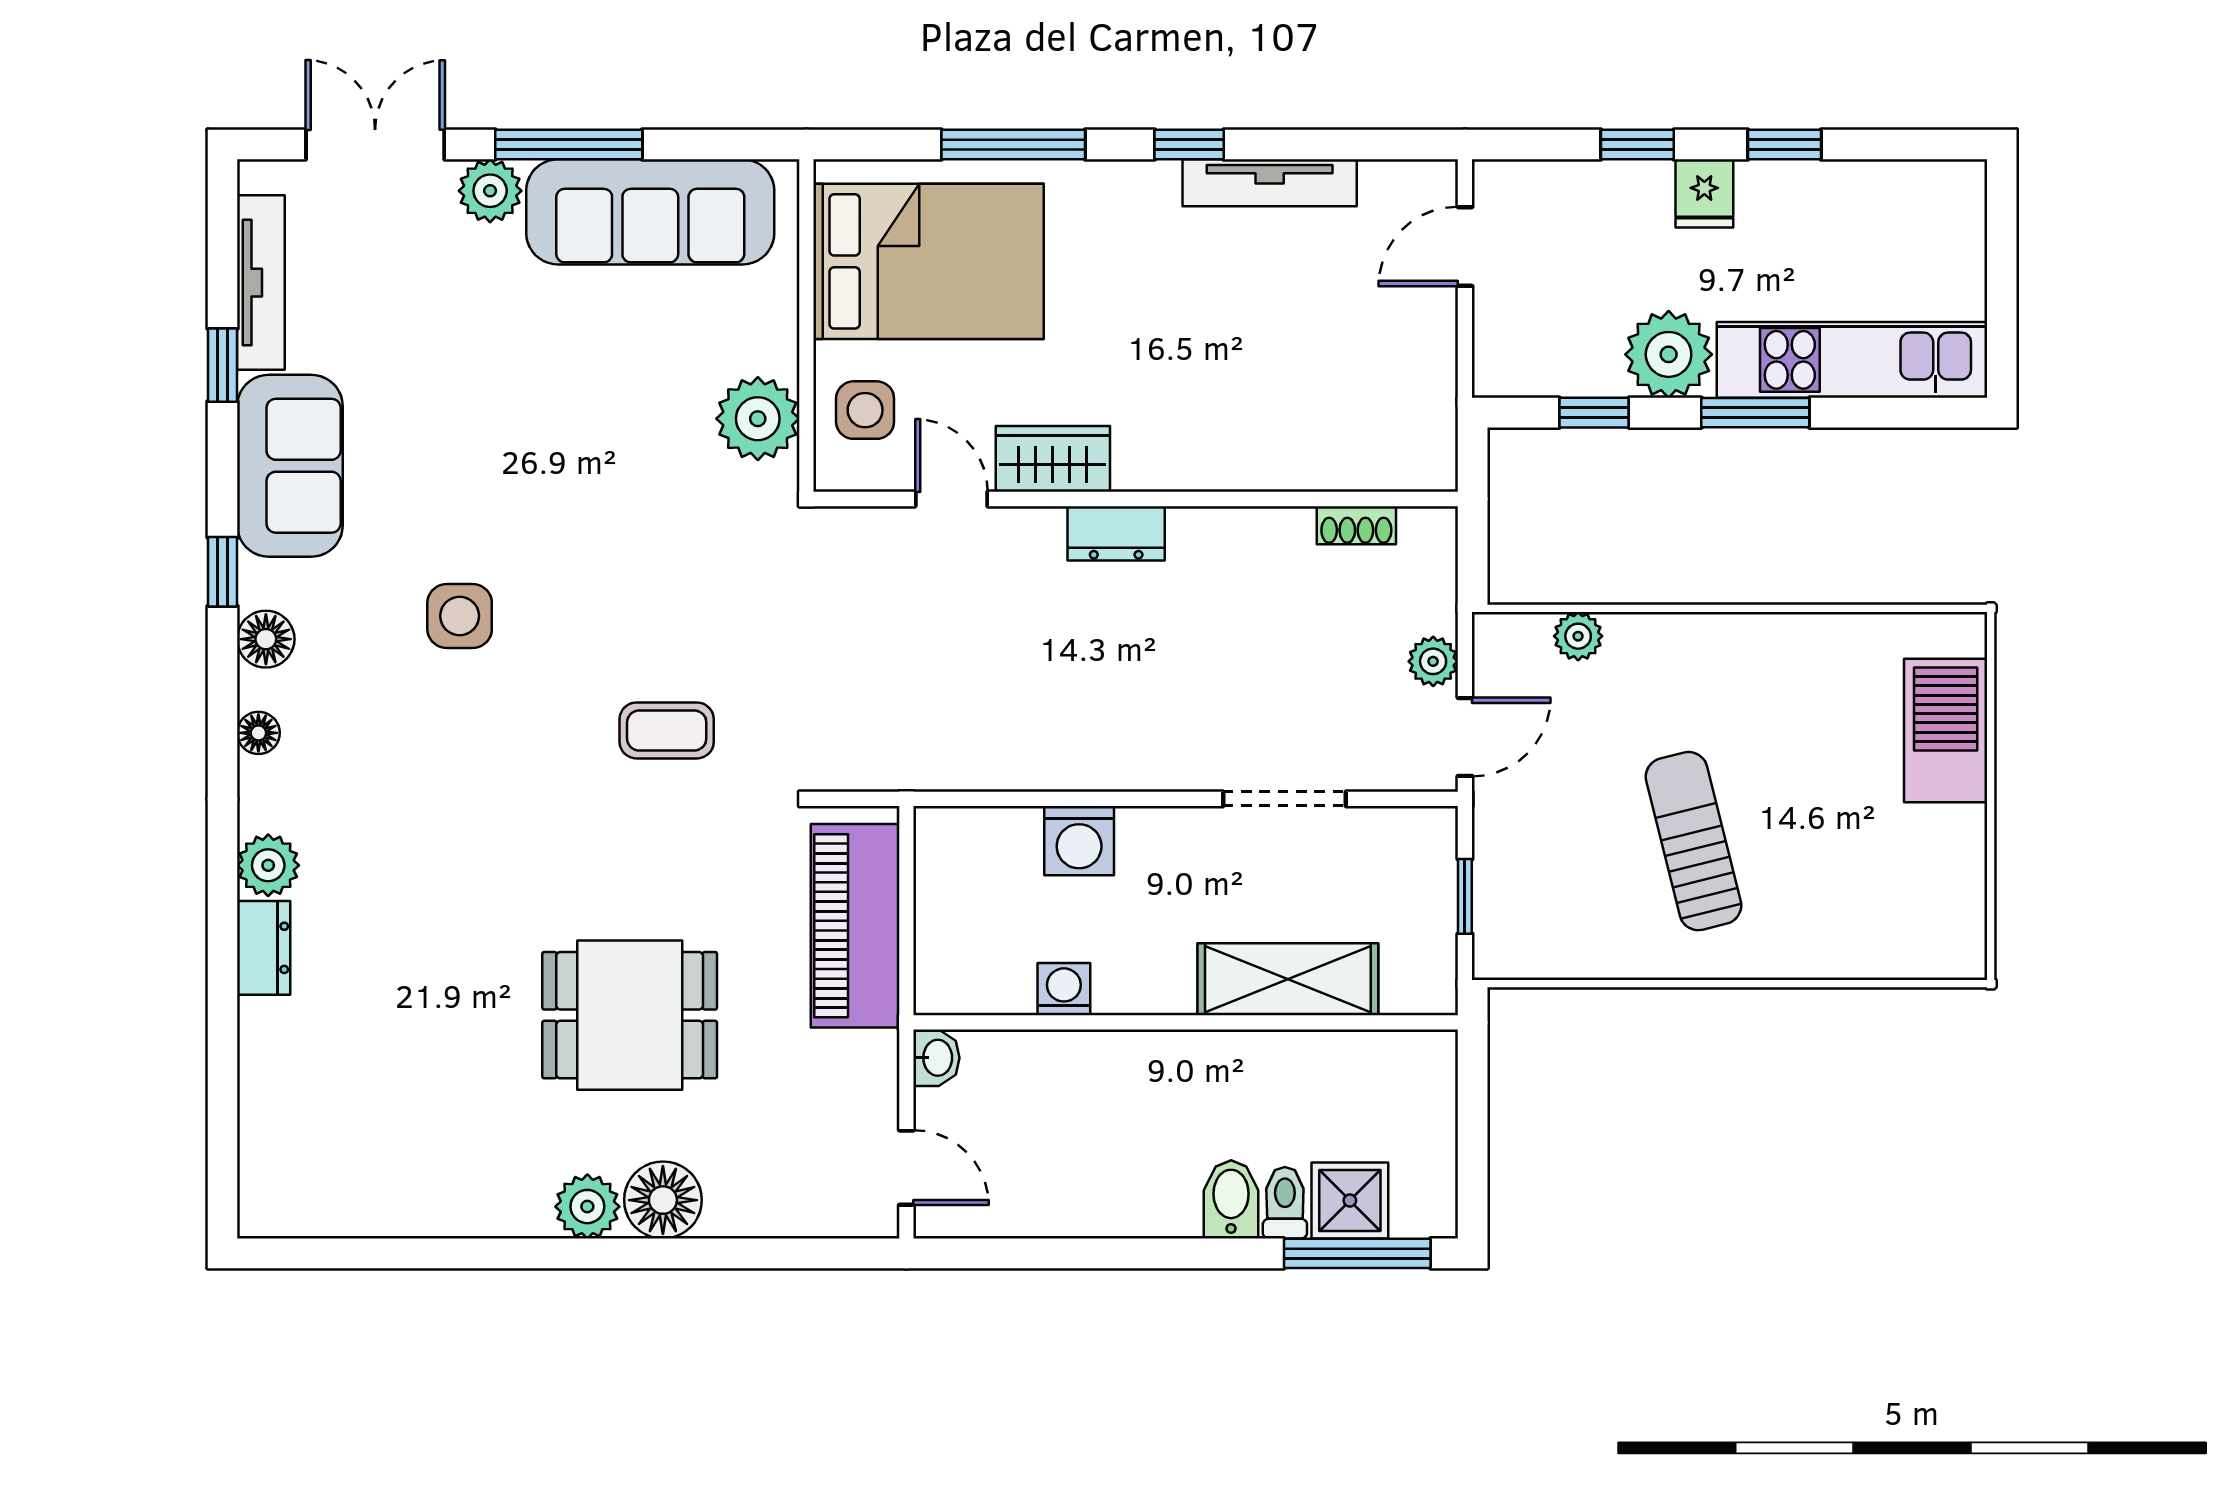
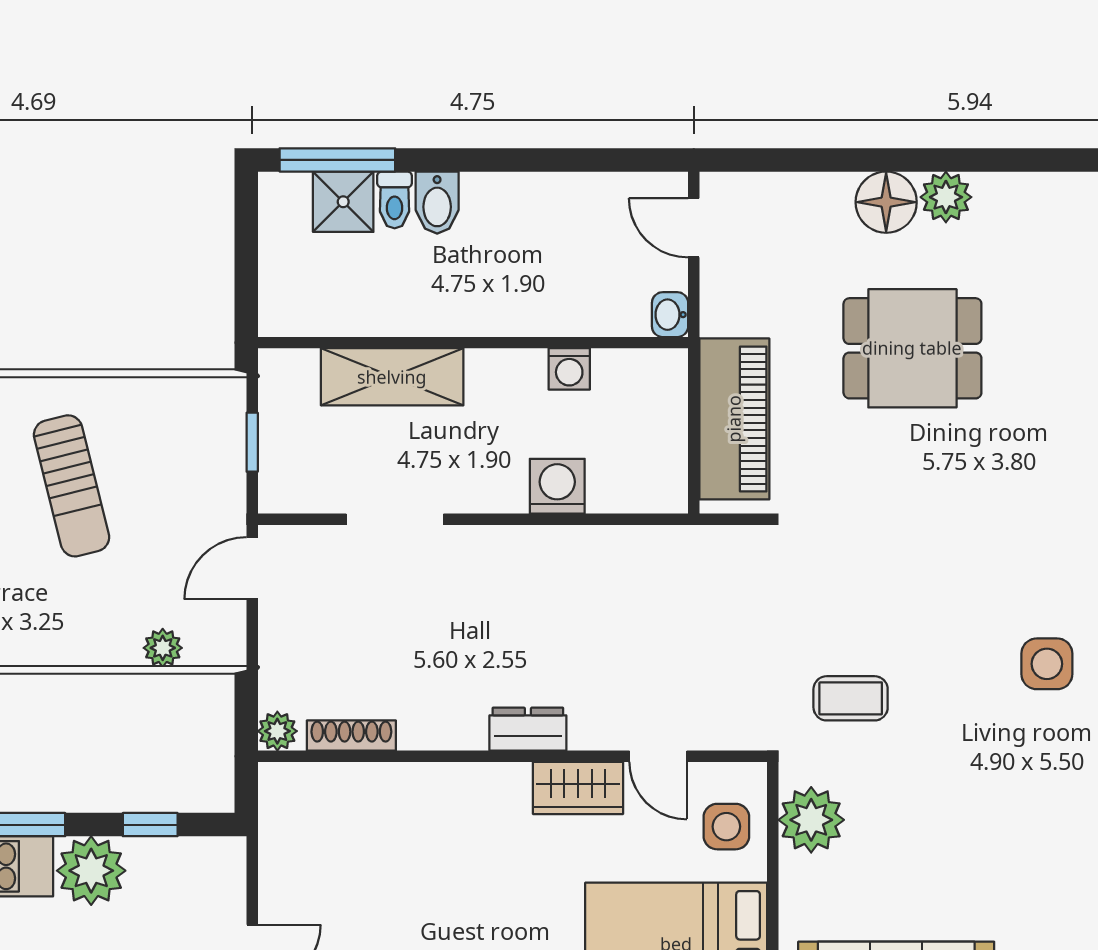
shoe rack: (1356, 525) -> (351, 736), width x1.43
plant: (1433, 661) -> (277, 731), moved
coffee table: (667, 730) -> (851, 698), moved

